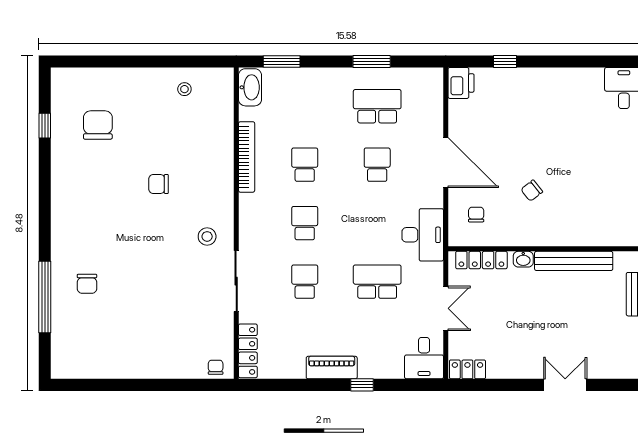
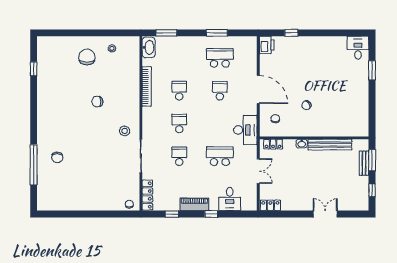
chair: (98, 125) -> (87, 57), moved
locker: (481, 260) -> (273, 144), width x0.66
desk: (424, 358) -> (230, 199), moved
window: (291, 385) -> (172, 214), added

